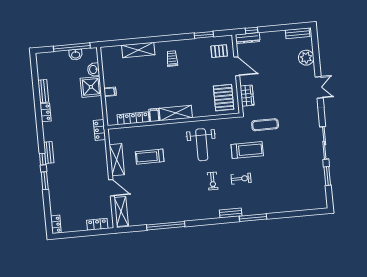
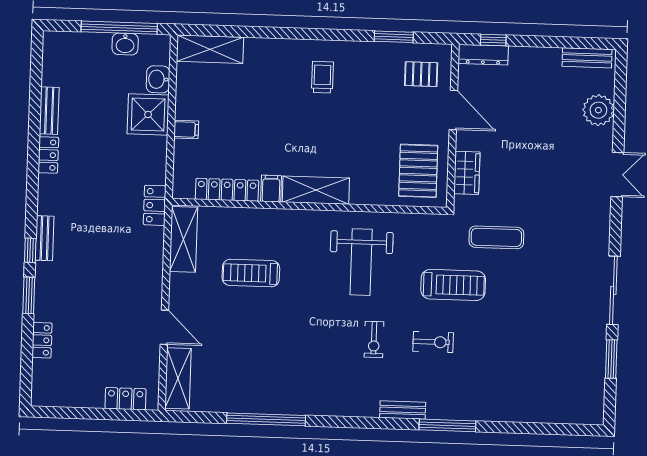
shelving: (138, 50) -> (210, 49), moved
shelving: (117, 160) -> (184, 239), moved
locker: (56, 224) -> (42, 340), moved

